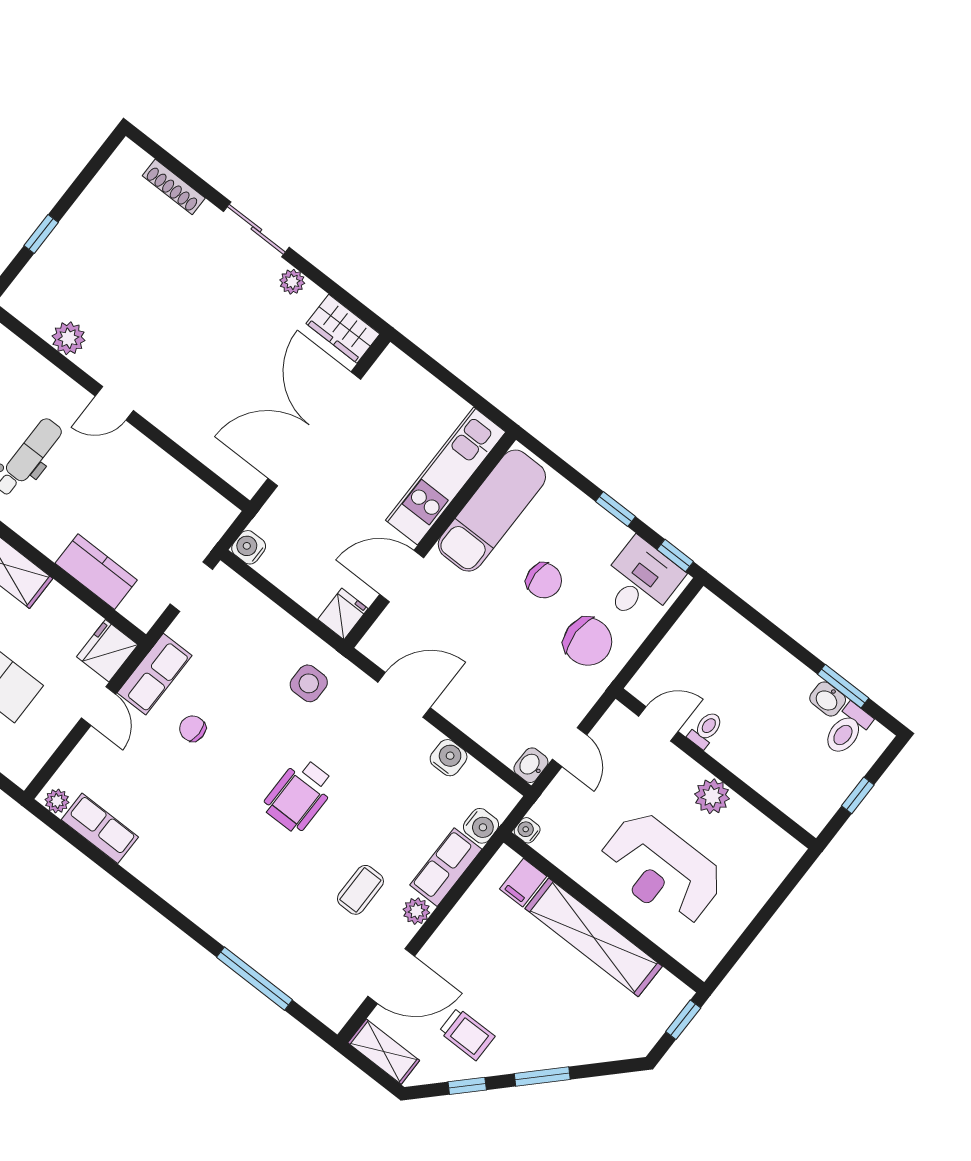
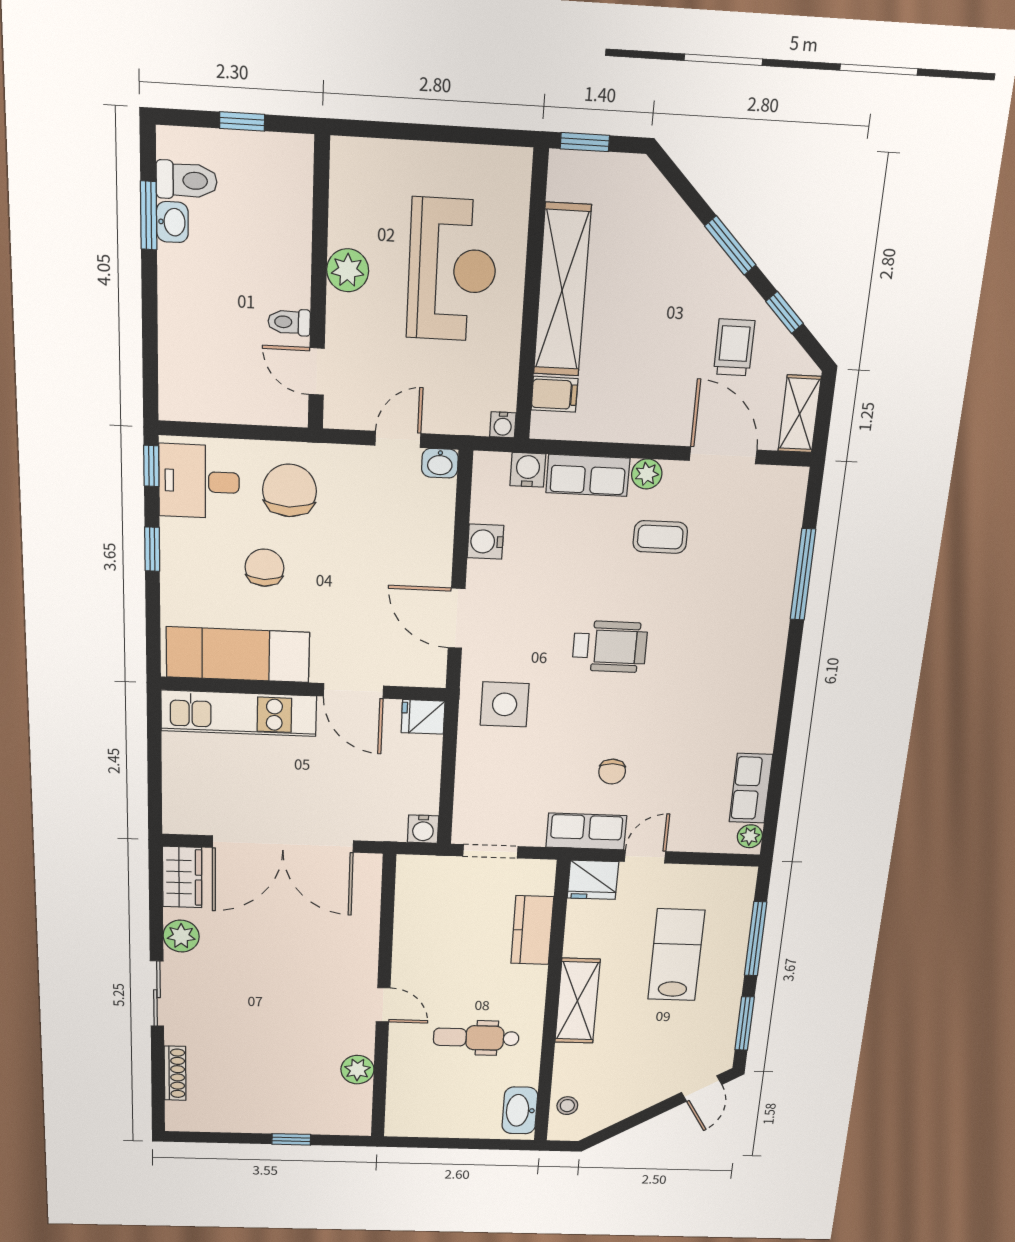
plant: (292, 282) -> (181, 936), width x1.38, depth x1.38
side table: (309, 683) -> (505, 704), width x1.37, depth x1.37

